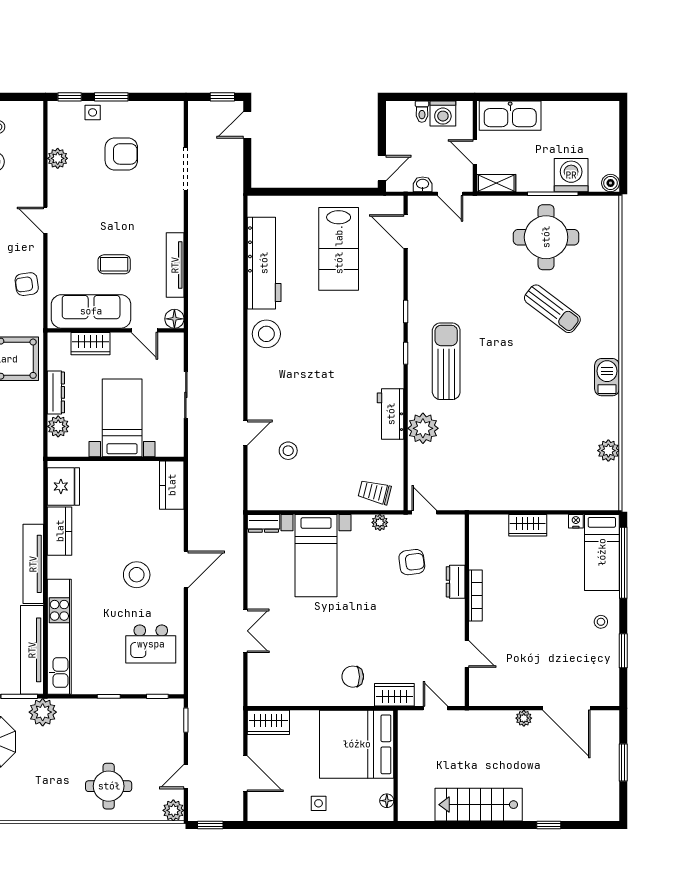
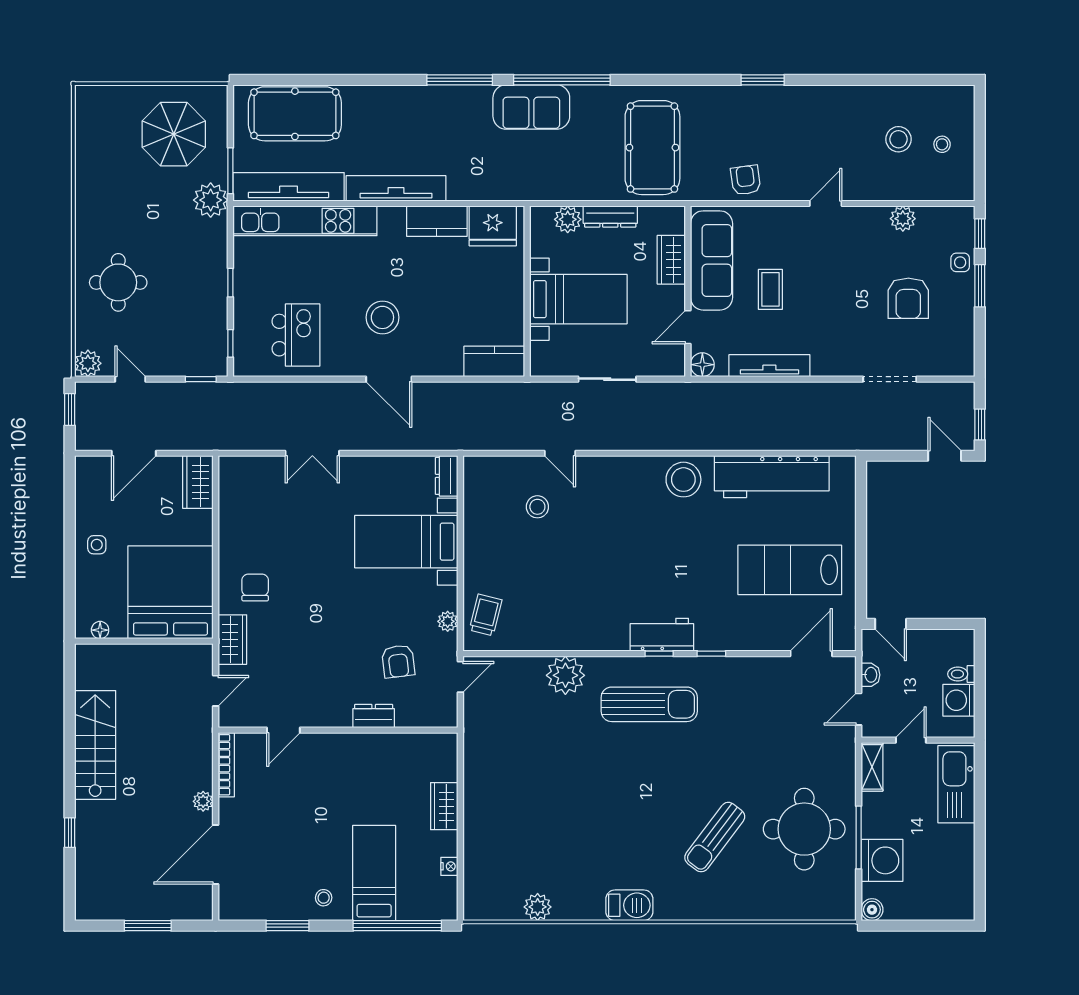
workbench: (391, 414) -> (662, 635), moved
bed: (602, 552) -> (374, 873), moved, turned 90
bookcase: (475, 596) -> (226, 765), moved, turned -90
kitchen island: (151, 644) -> (296, 335), turned 180

